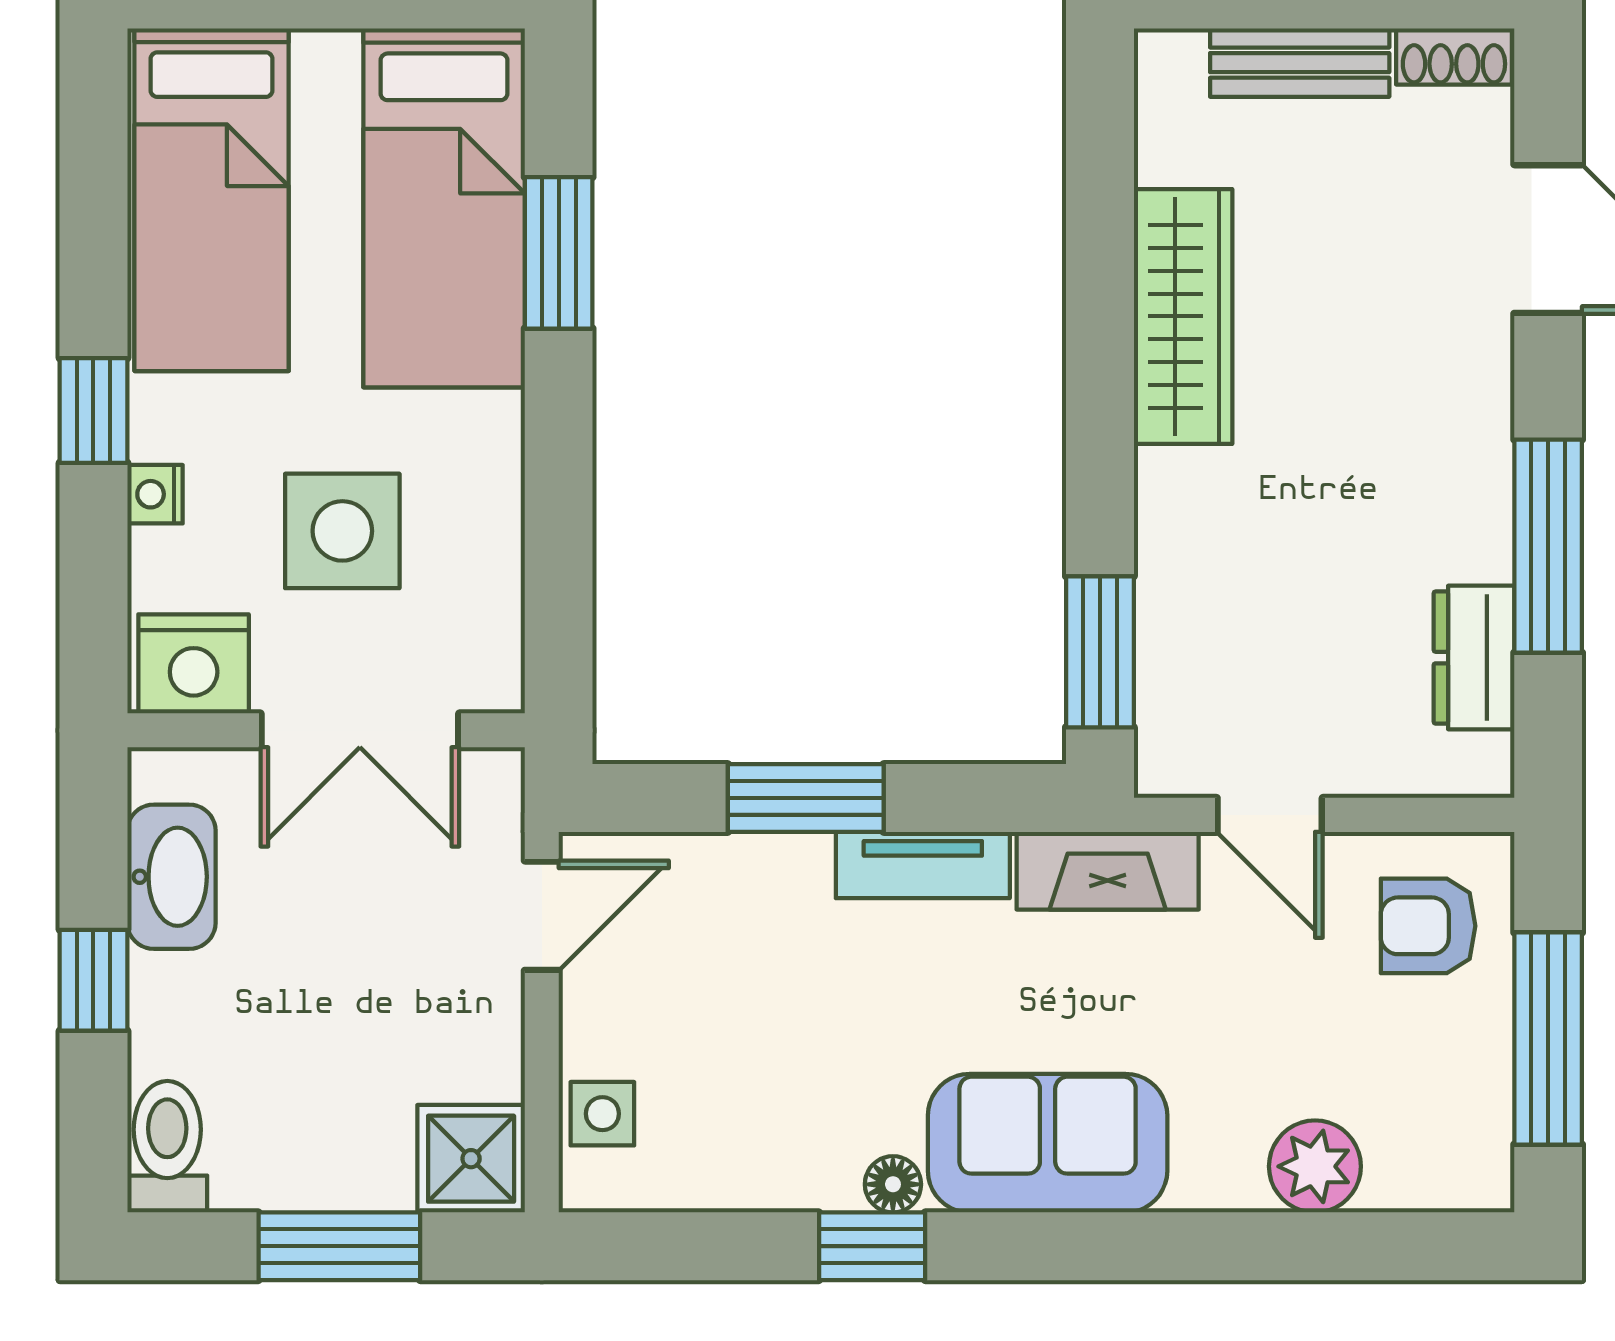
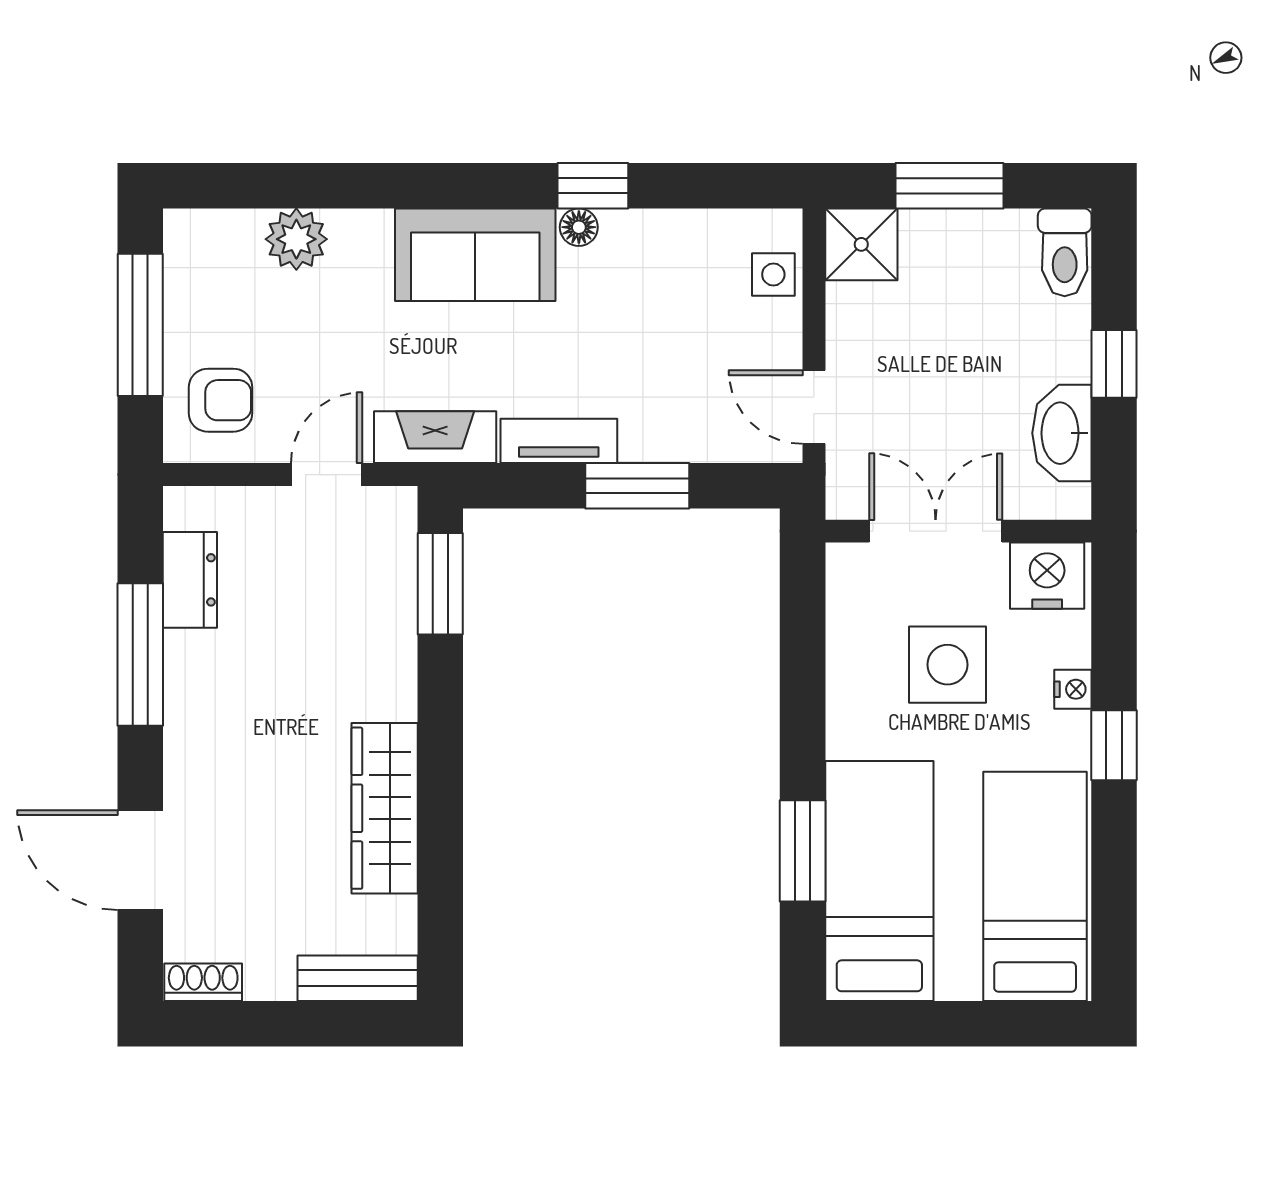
bench: (1300, 63) -> (358, 978), moved
door: (1270, 815) -> (327, 475), hinge flipped
door: (542, 916) -> (814, 407), hinge flipped

